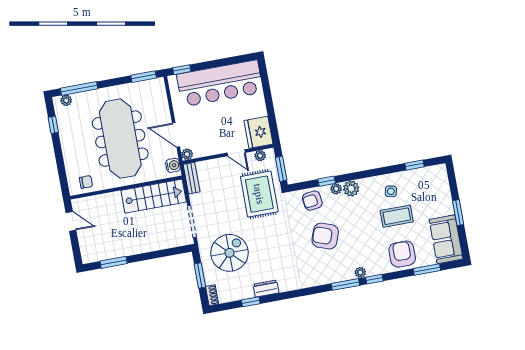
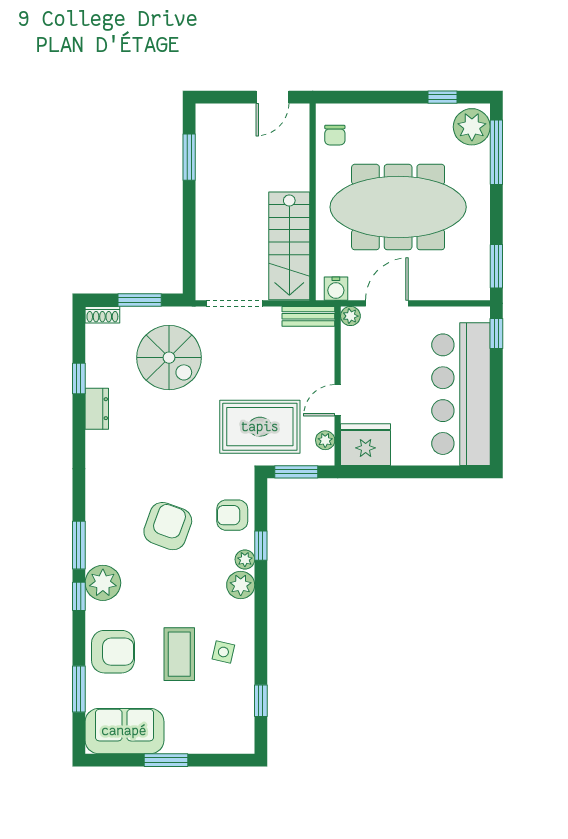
plant: (66, 100) -> (472, 127), width x1.88, depth x1.88
armchair: (312, 201) -> (232, 515), turned -83
plant: (360, 272) -> (103, 583), width x1.88, depth x1.88

